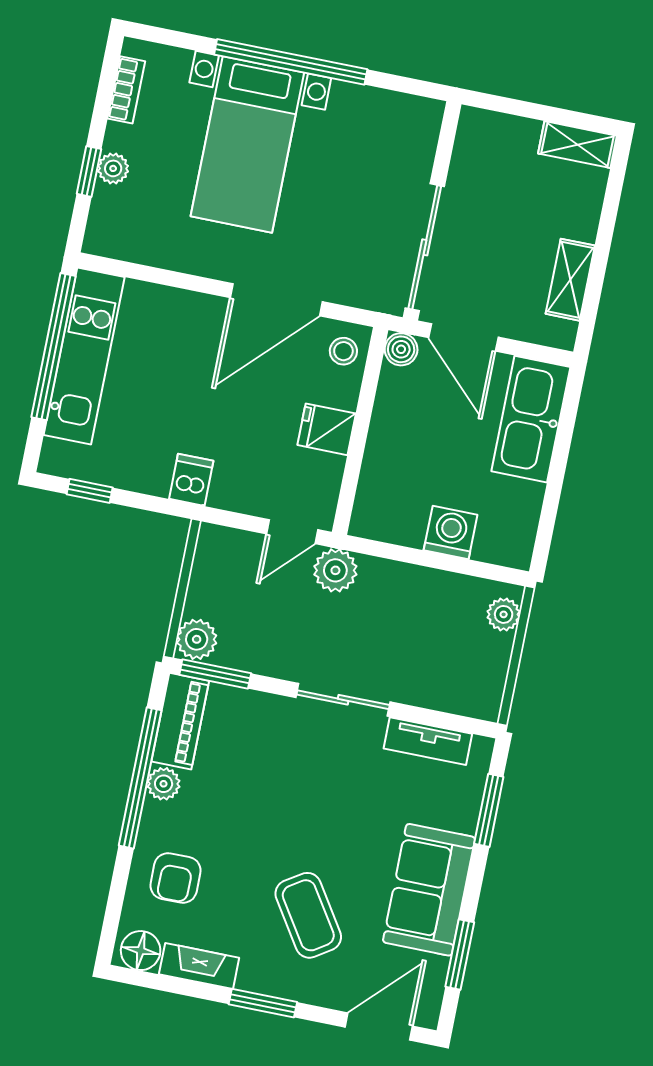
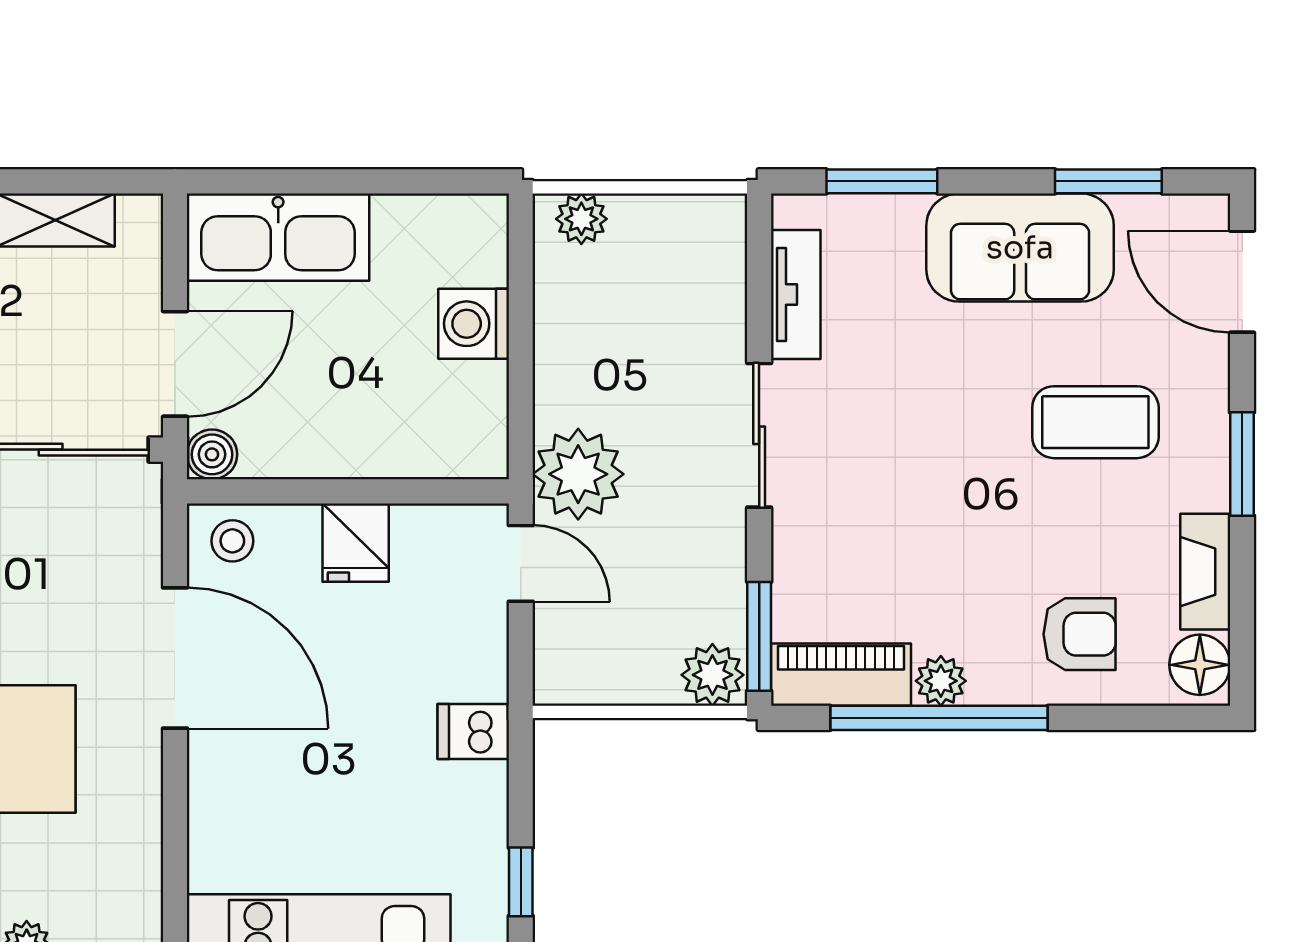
plant: (335, 570) -> (578, 474), width x1.36, depth x1.36
coffee table: (308, 915) -> (1095, 422), turned 33

